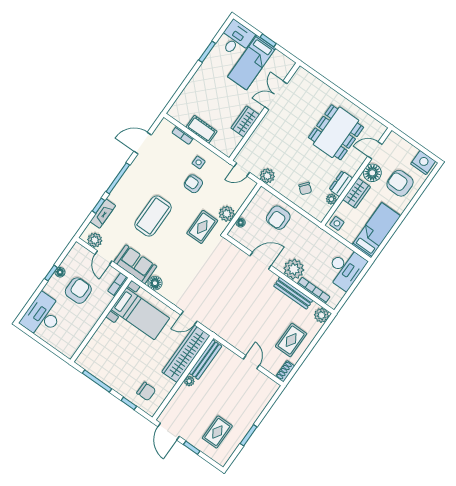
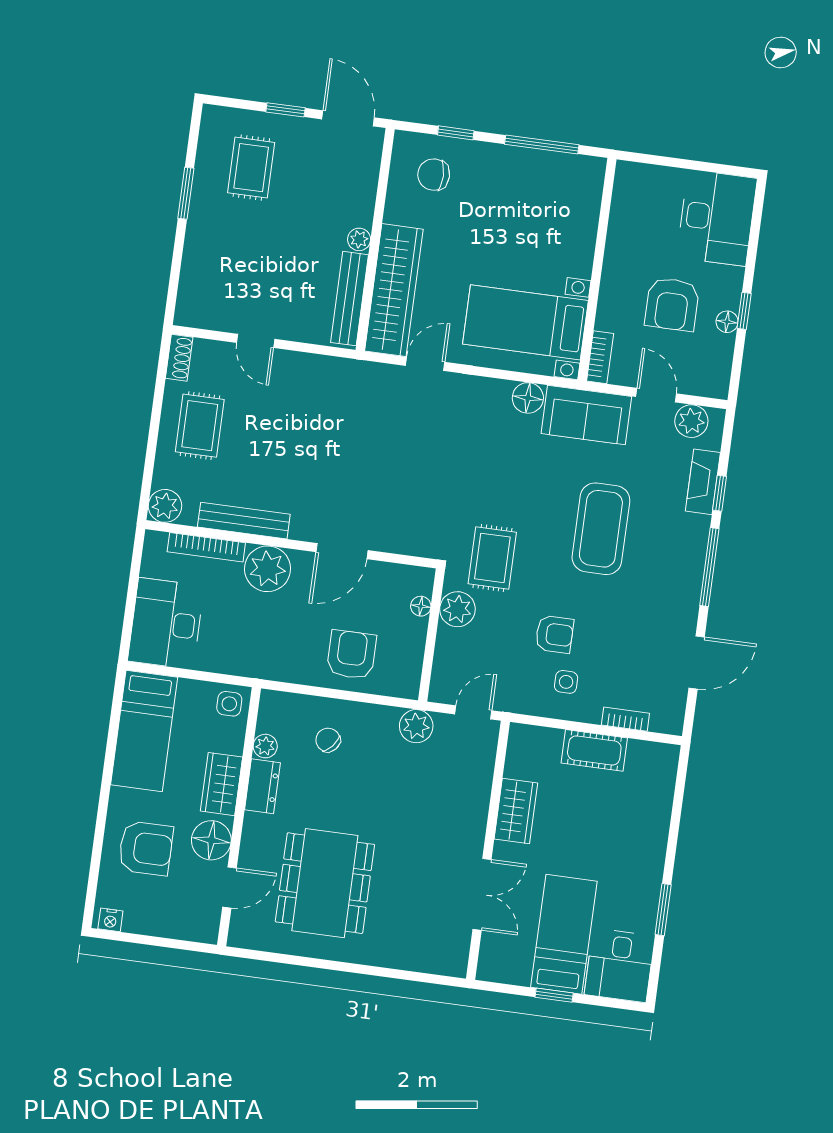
nightstand: (423, 163) -> (110, 920), width x0.53, depth x0.56

